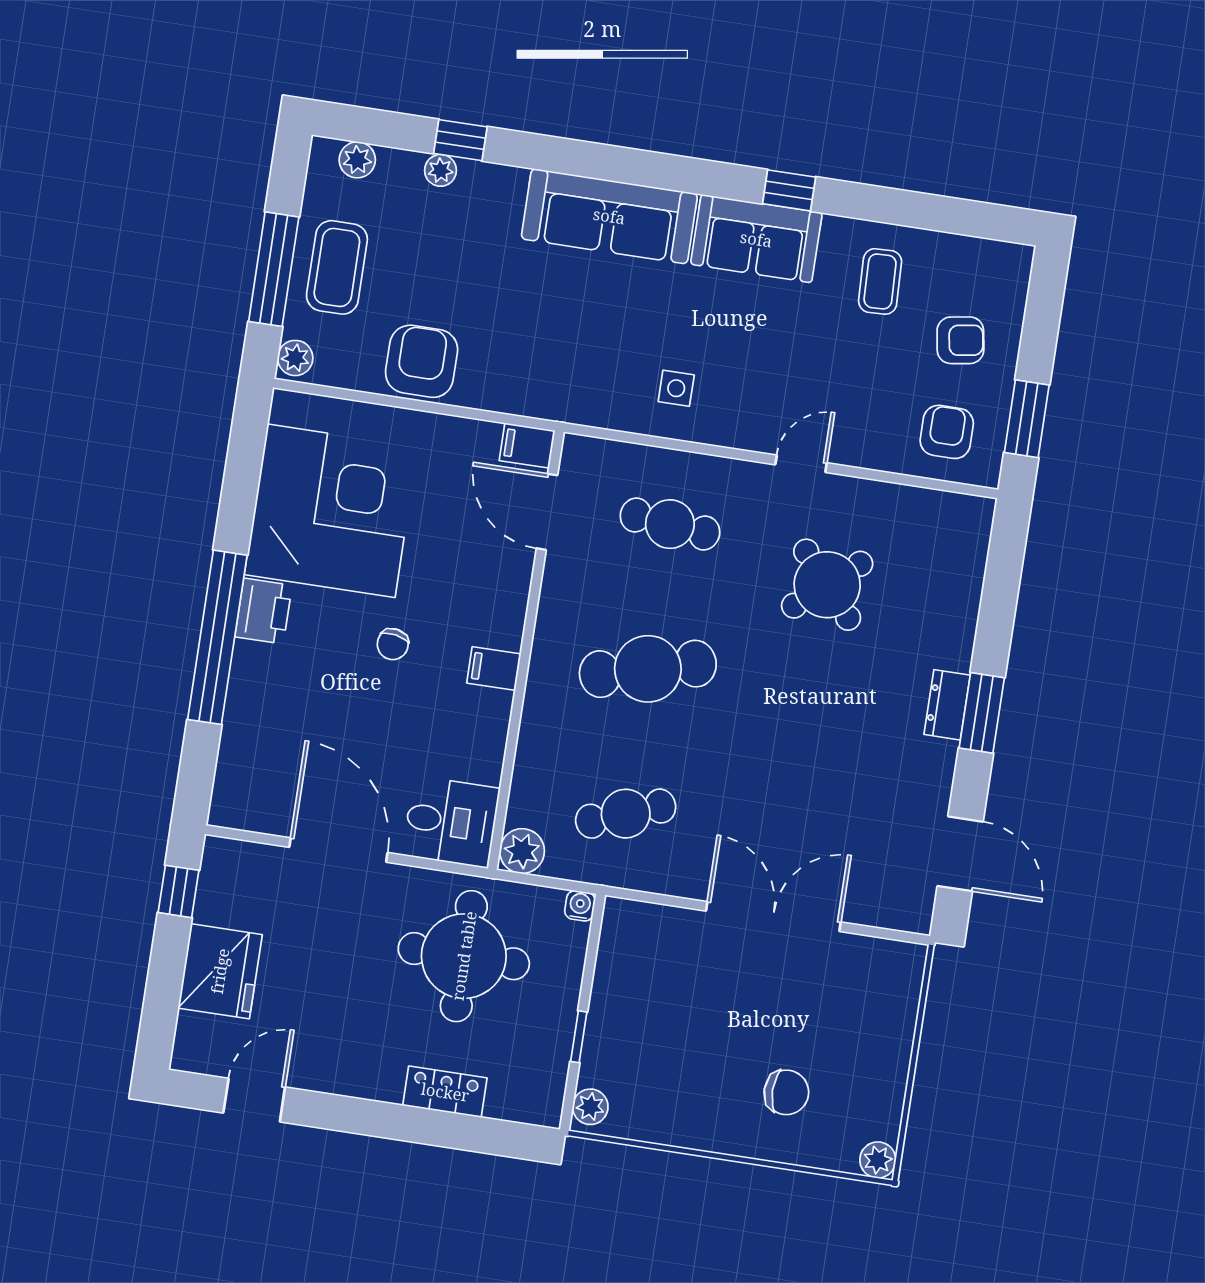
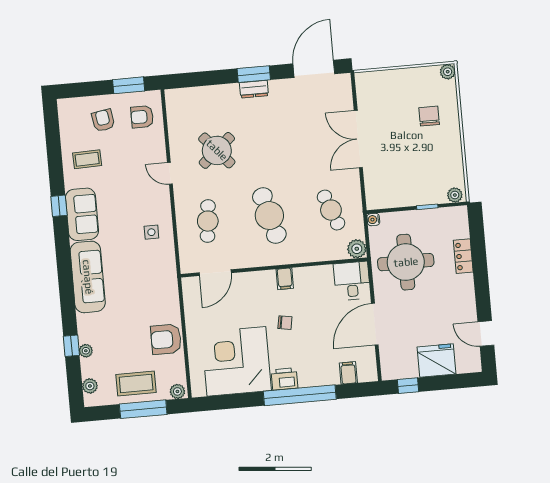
filing cabinet: (527, 446) -> (348, 373), moved, turned 180
door: (960, 854) -> (314, 69), width x1.36

